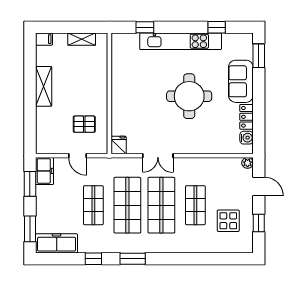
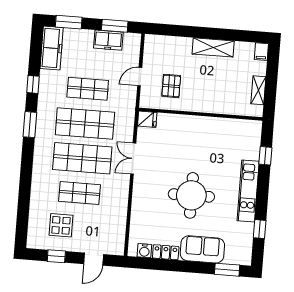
kitchen unit: (181, 41) -> (248, 191), width x0.73
plant: (248, 163) -> (119, 250), removed
freezer: (44, 171) -> (108, 40), moved

